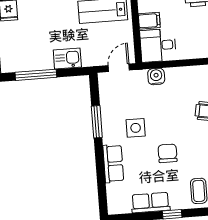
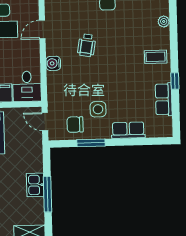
kitchen sink: (67, 59) -> (35, 185), moved
water cooler: (156, 76) -> (53, 63), moved
chair: (168, 153) -> (75, 125), moved

